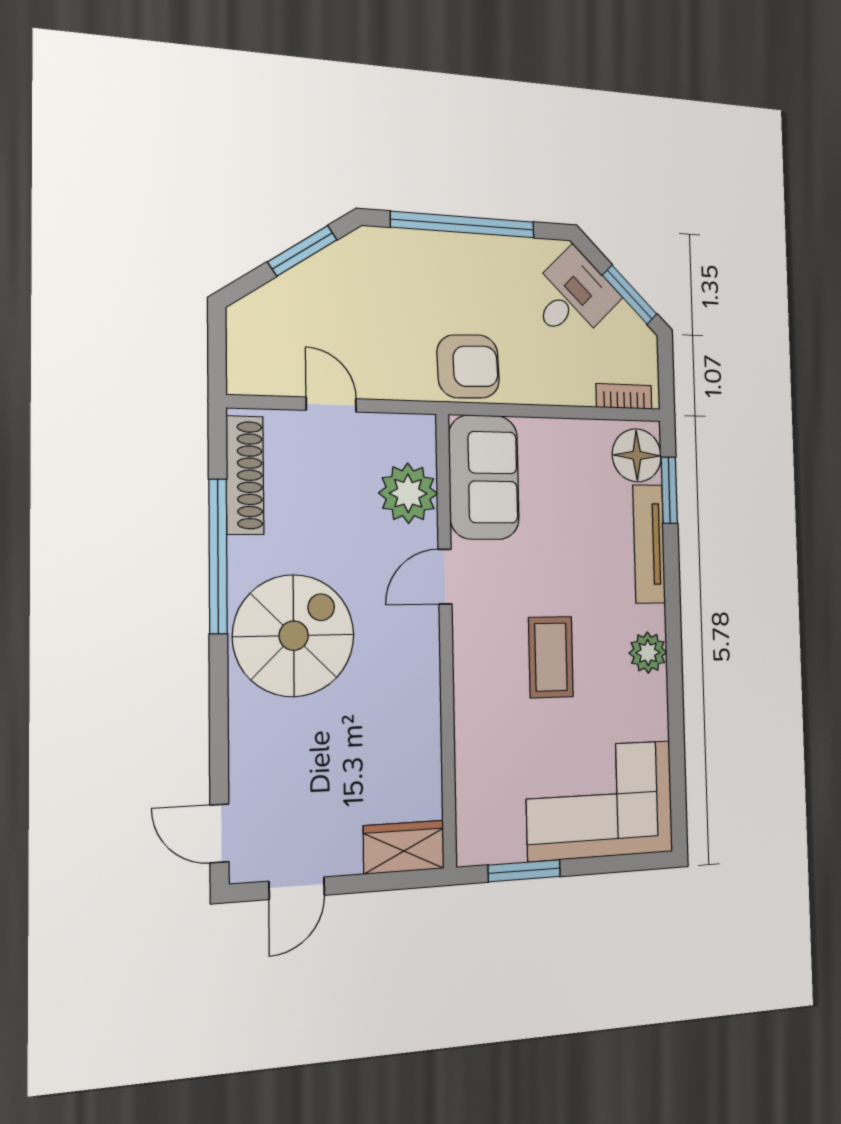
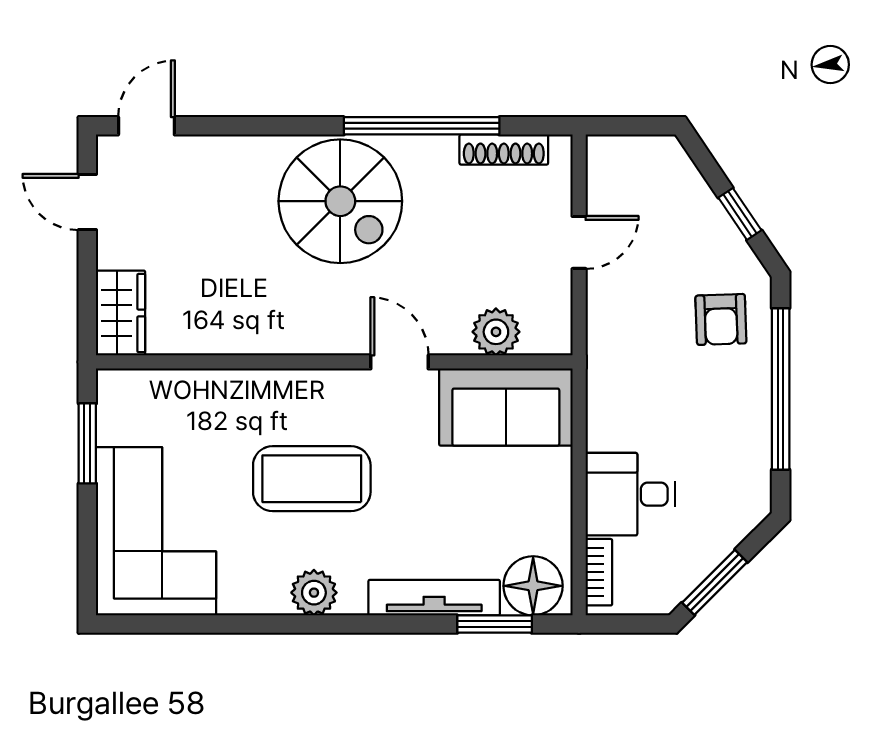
window: (302, 251) -> (740, 214), width x0.67
desk: (572, 297) -> (630, 494), moved, turned 135
armchair: (468, 366) -> (721, 319), moved, width x0.72, depth x0.72
shoe rack: (245, 475) -> (504, 150), width x0.74, depth x0.81
plant: (408, 493) -> (496, 332), width x0.73, depth x0.73
coffee table: (551, 657) -> (312, 479), width x1.36, depth x1.32

